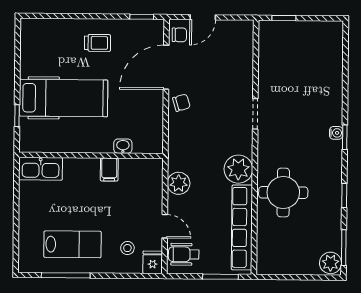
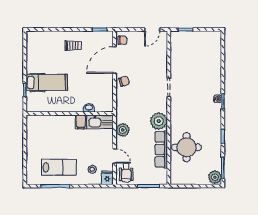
door: (203, 17) -> (152, 30), moved
hospital bed: (63, 98) -> (47, 83), width x0.73, depth x0.78
kitchen sink: (41, 169) -> (100, 122), moved
round table: (283, 193) -> (187, 147), moved
row of seats: (242, 227) -> (161, 149), width x0.73
wheelchair: (184, 254) -> (126, 173), turned -90

